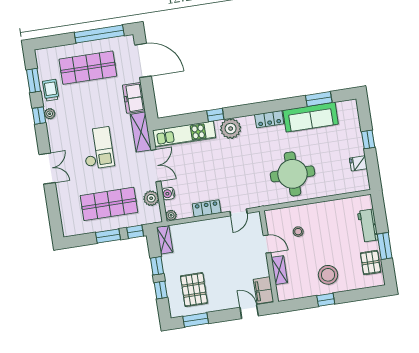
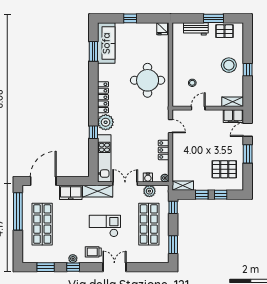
trolley: (51, 90) -> (93, 252), moved
sofa: (311, 117) -> (106, 43), moved
locker: (269, 119) -> (103, 97), width x1.53
fridge: (358, 163) -> (162, 29), moved
window: (108, 236) -> (173, 245), moved
shelving: (279, 270) -> (233, 102), moved
window: (196, 320) -> (248, 154), moved

